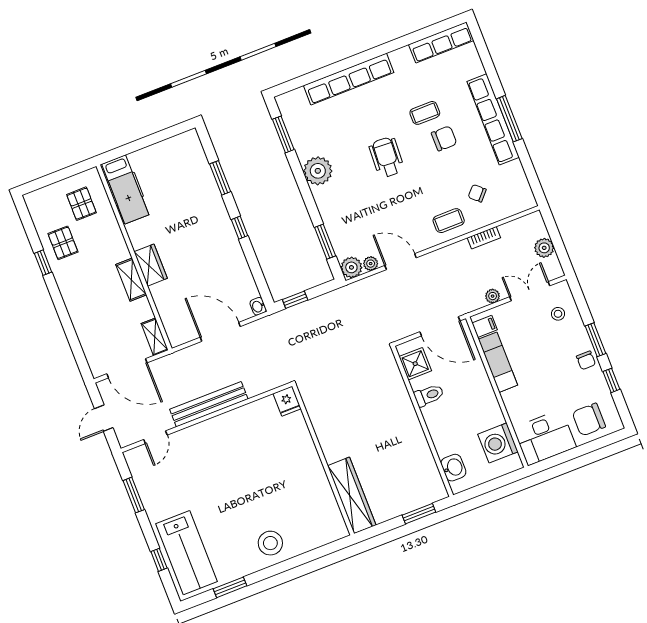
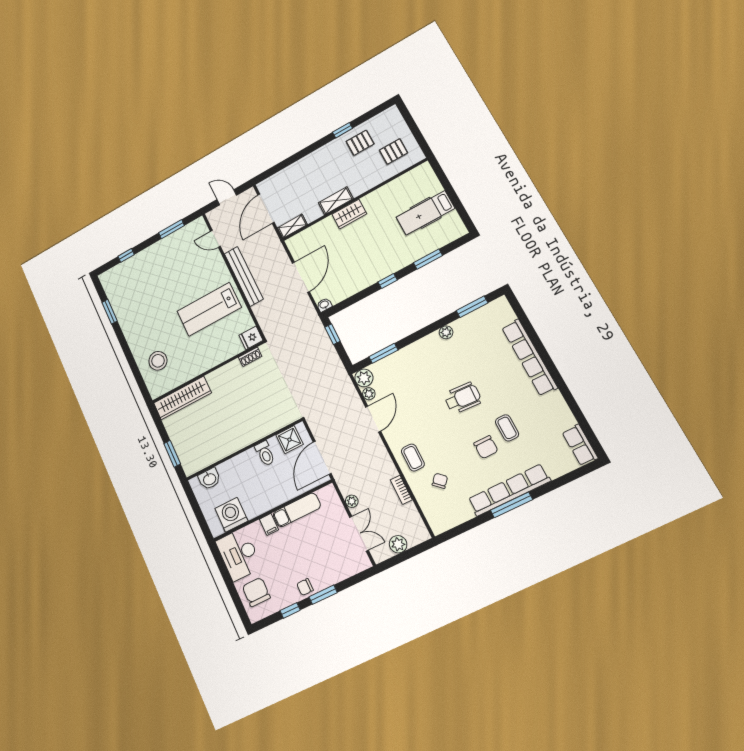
row of seats: (441, 42) -> (580, 445), width x0.68
plant: (318, 171) -> (446, 332), width x0.53, depth x0.53
hospital bed: (125, 189) -> (425, 213), moved
stool: (558, 314) -> (342, 560), removed
filing cabinet: (485, 326) -> (269, 524), moved
shoe rack: (310, 404) -> (250, 357), added
stool: (270, 543) -> (158, 361), moved
lab bench: (186, 553) -> (209, 309), moved

